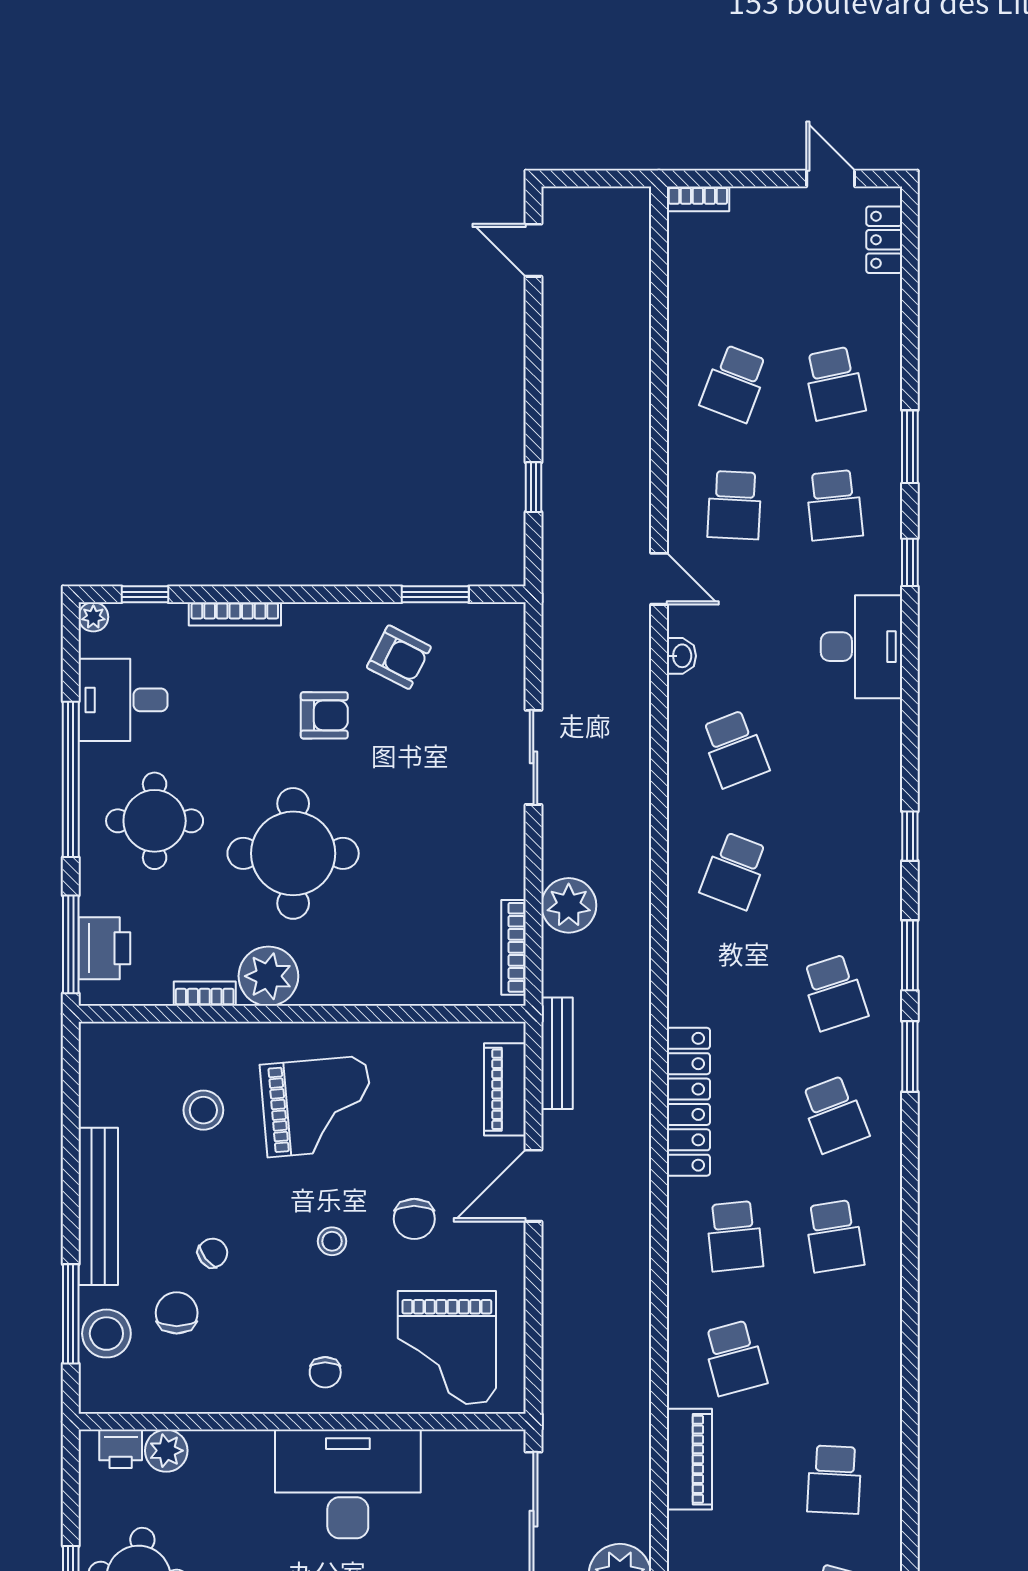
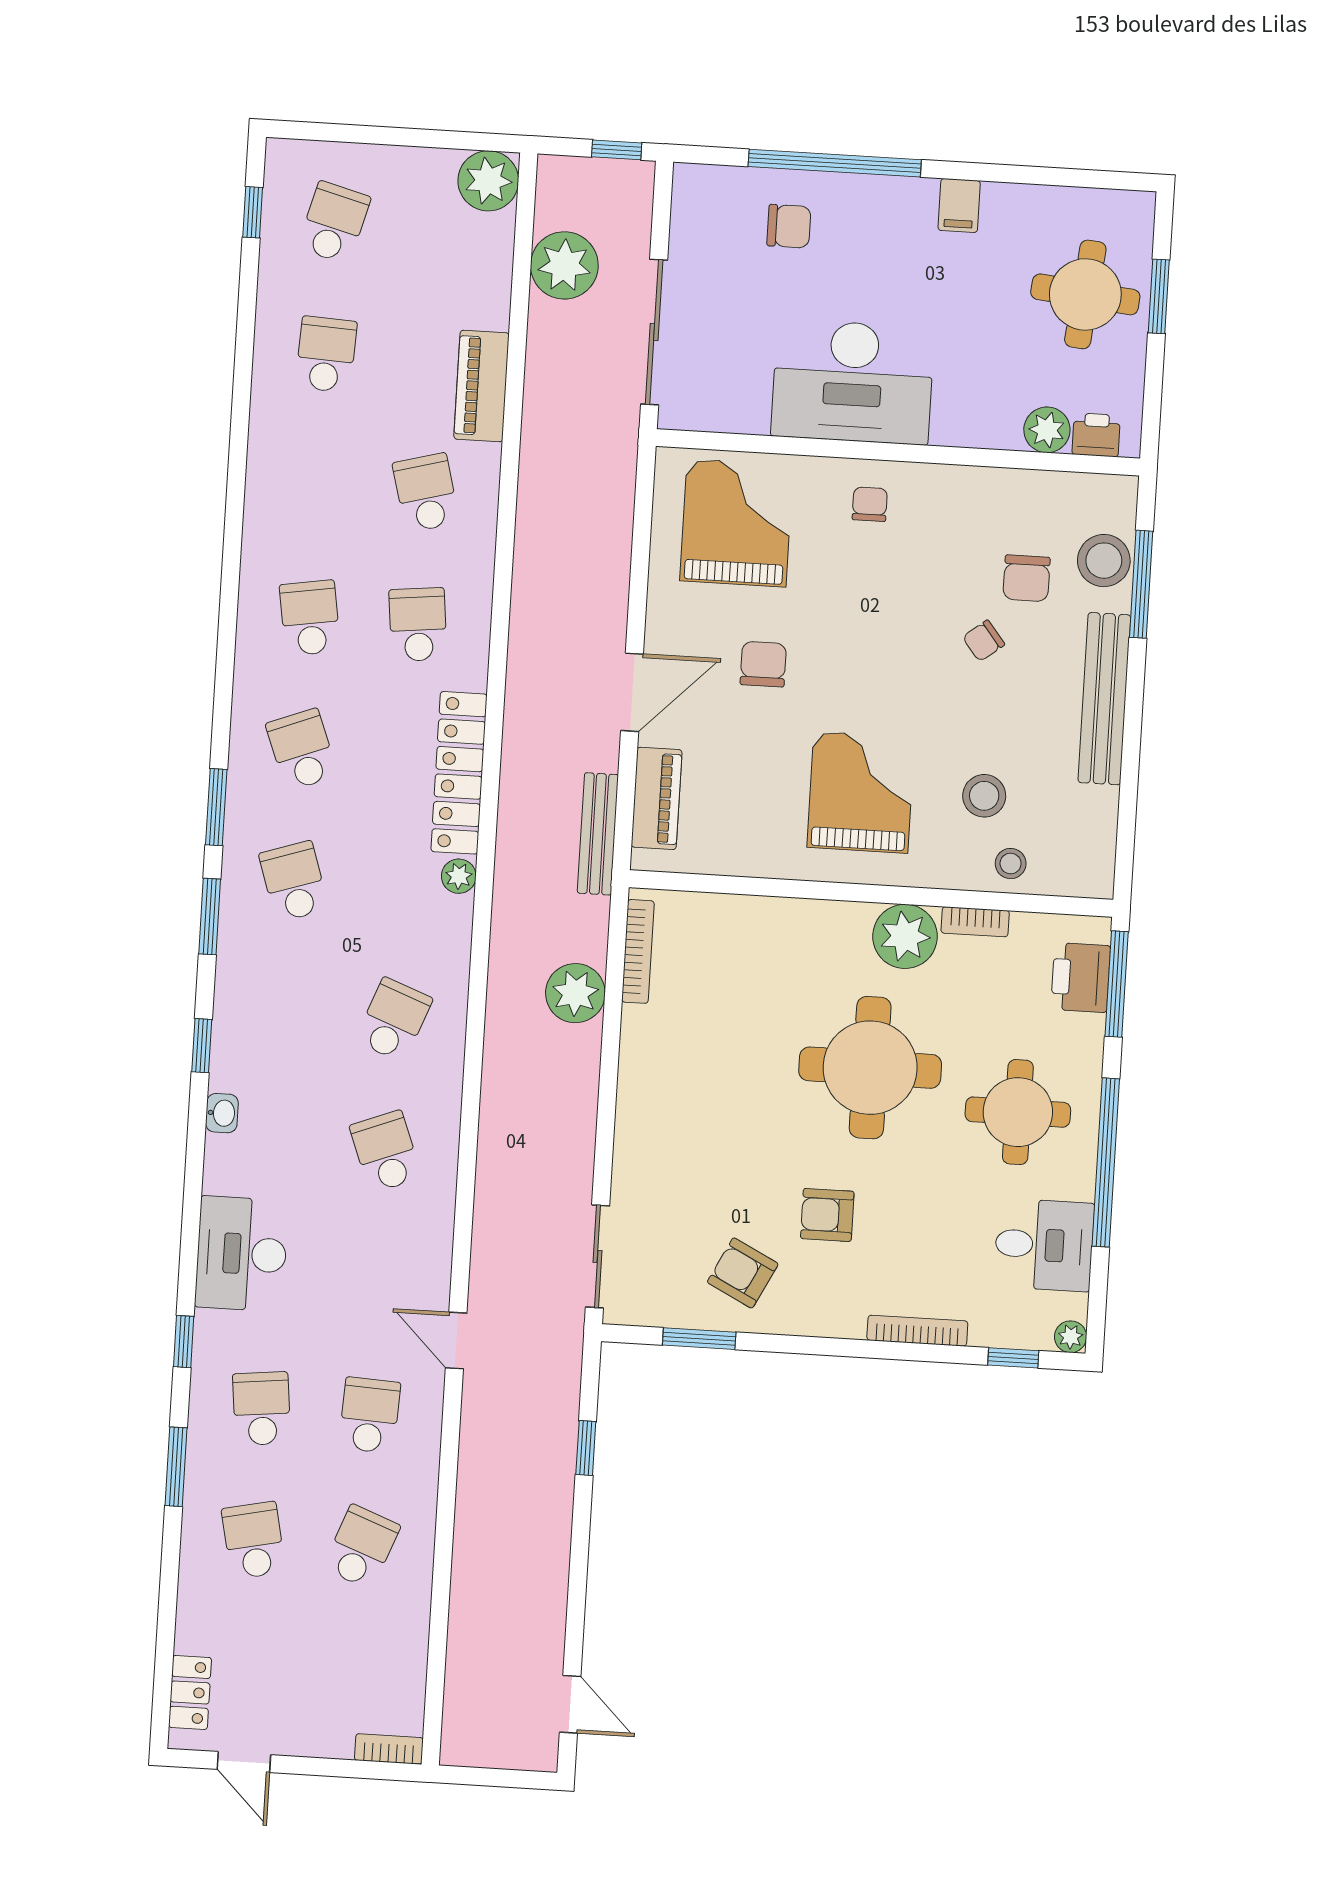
washbasin: (681, 656) -> (222, 1113), moved, turned 180
sliding door: (533, 757) -> (598, 1256), moved
plant: (683, 1007) -> (459, 876), added
grand piano: (317, 1106) -> (861, 792), turned 95
stool: (332, 1241) -> (1011, 864), moved

